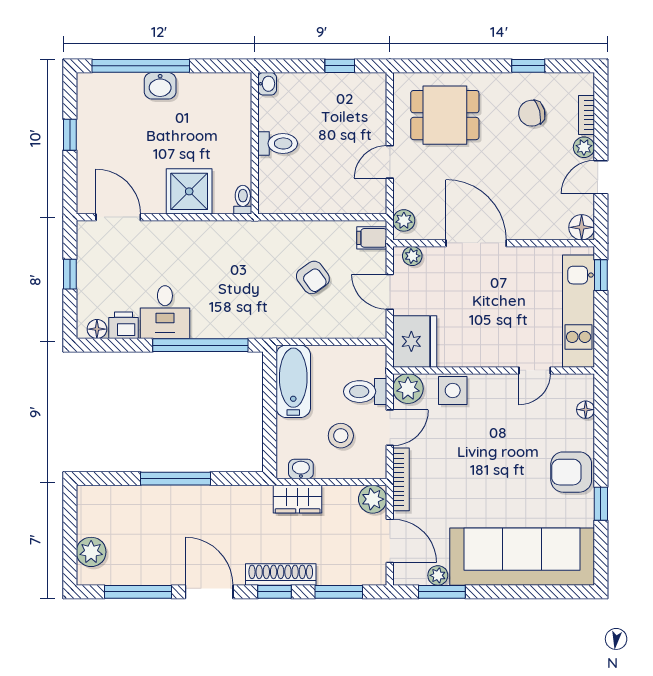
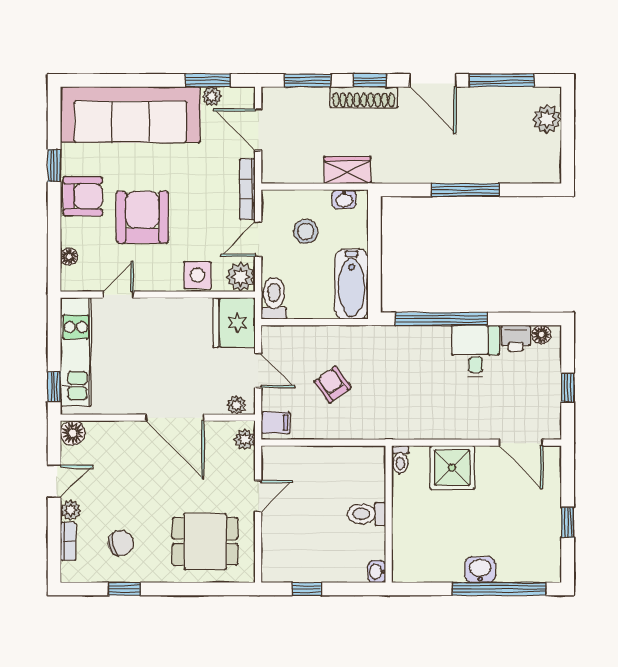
toilet: (365, 392) -> (274, 298), moved, turned -90
armchair: (510, 451) -> (142, 217), added
plant: (373, 499) -> (275, 170), removed

